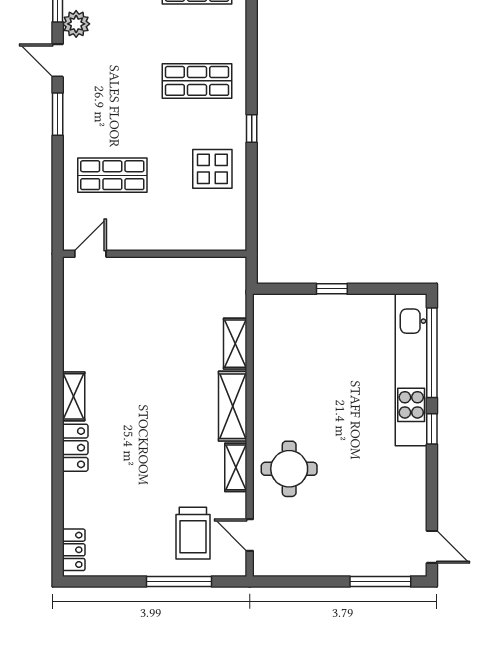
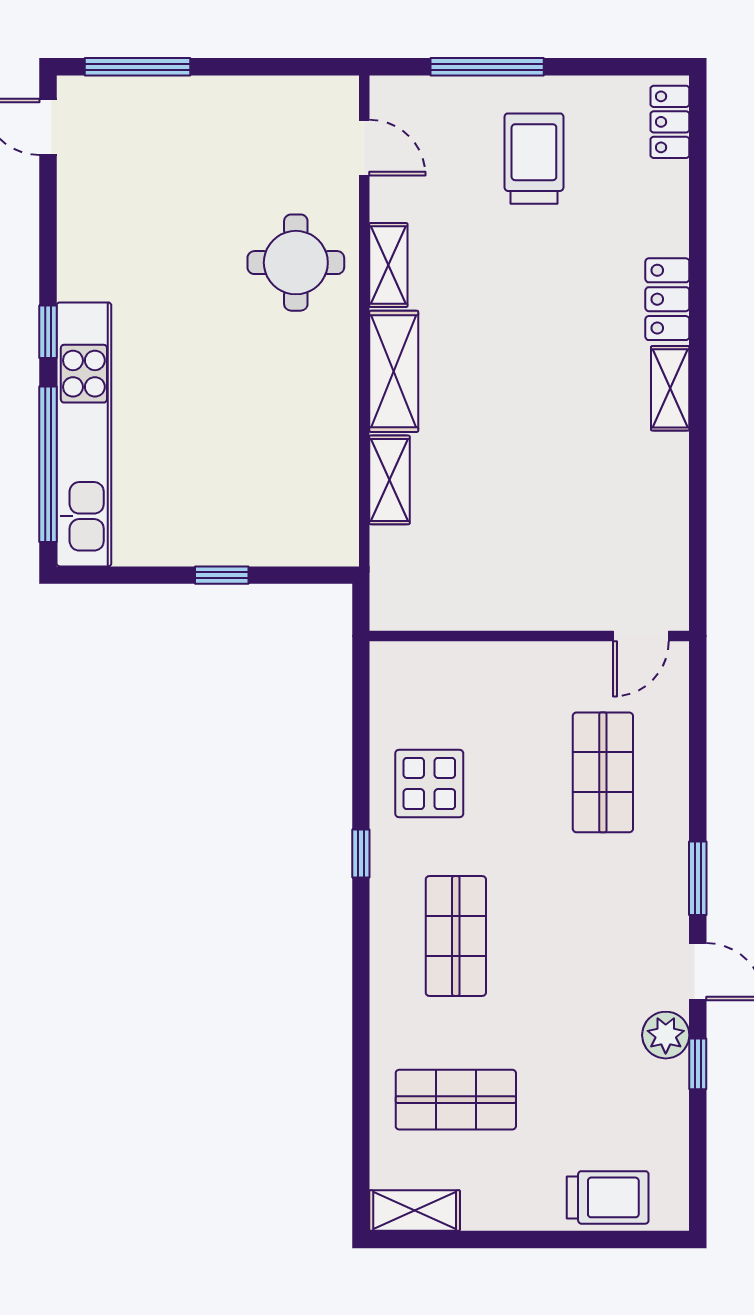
shop shelf: (197, 81) -> (456, 936), turned 90
shop shelf: (112, 175) -> (603, 772), turned 90
trolley: (193, 533) -> (534, 159), moved

